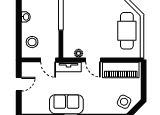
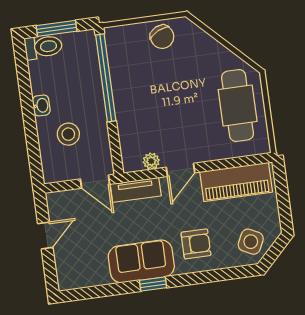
stool: (32, 42) -> (68, 134), moved
door: (93, 60) -> (180, 170), hinge flipped
armchair: (96, 99) -> (196, 244), added

